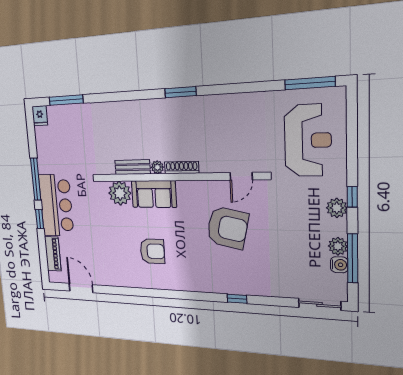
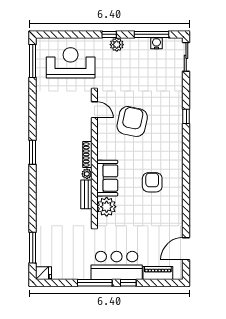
plant: (338, 246) -> (143, 44), removed

